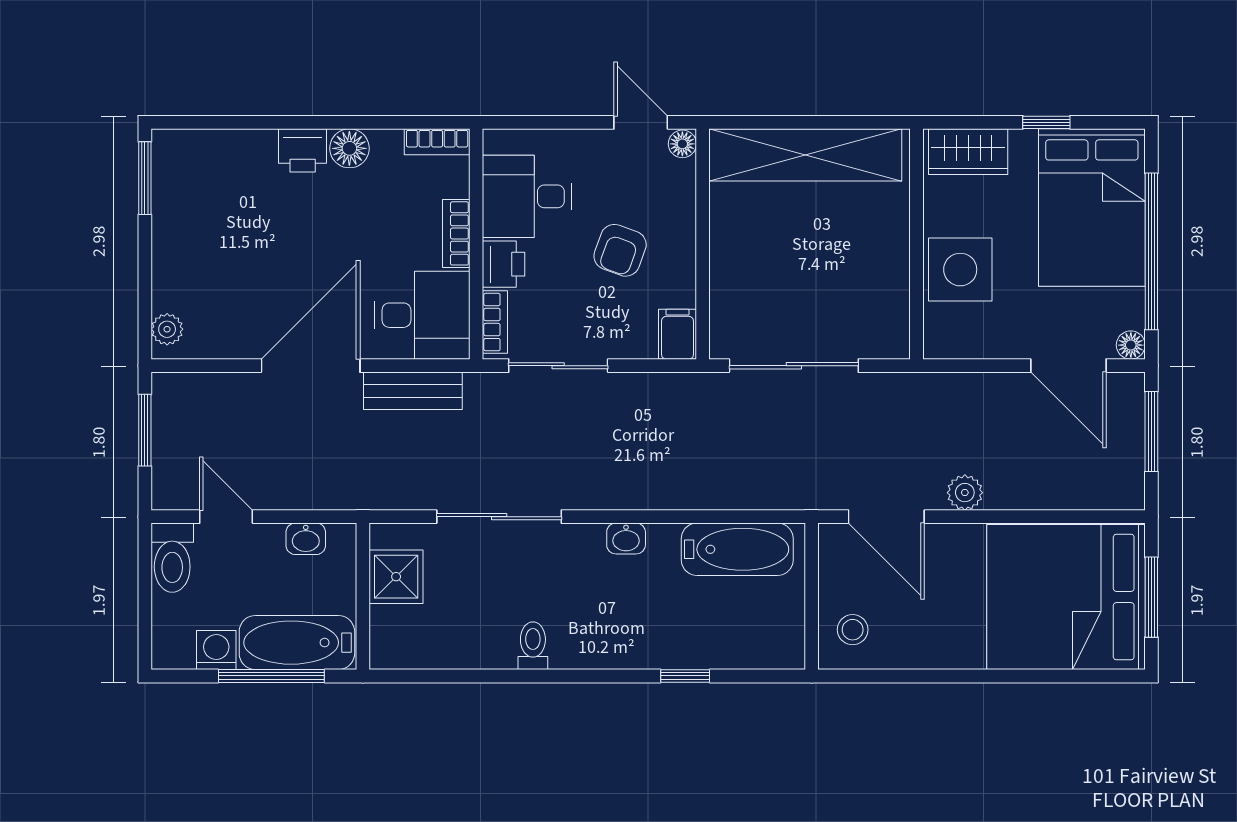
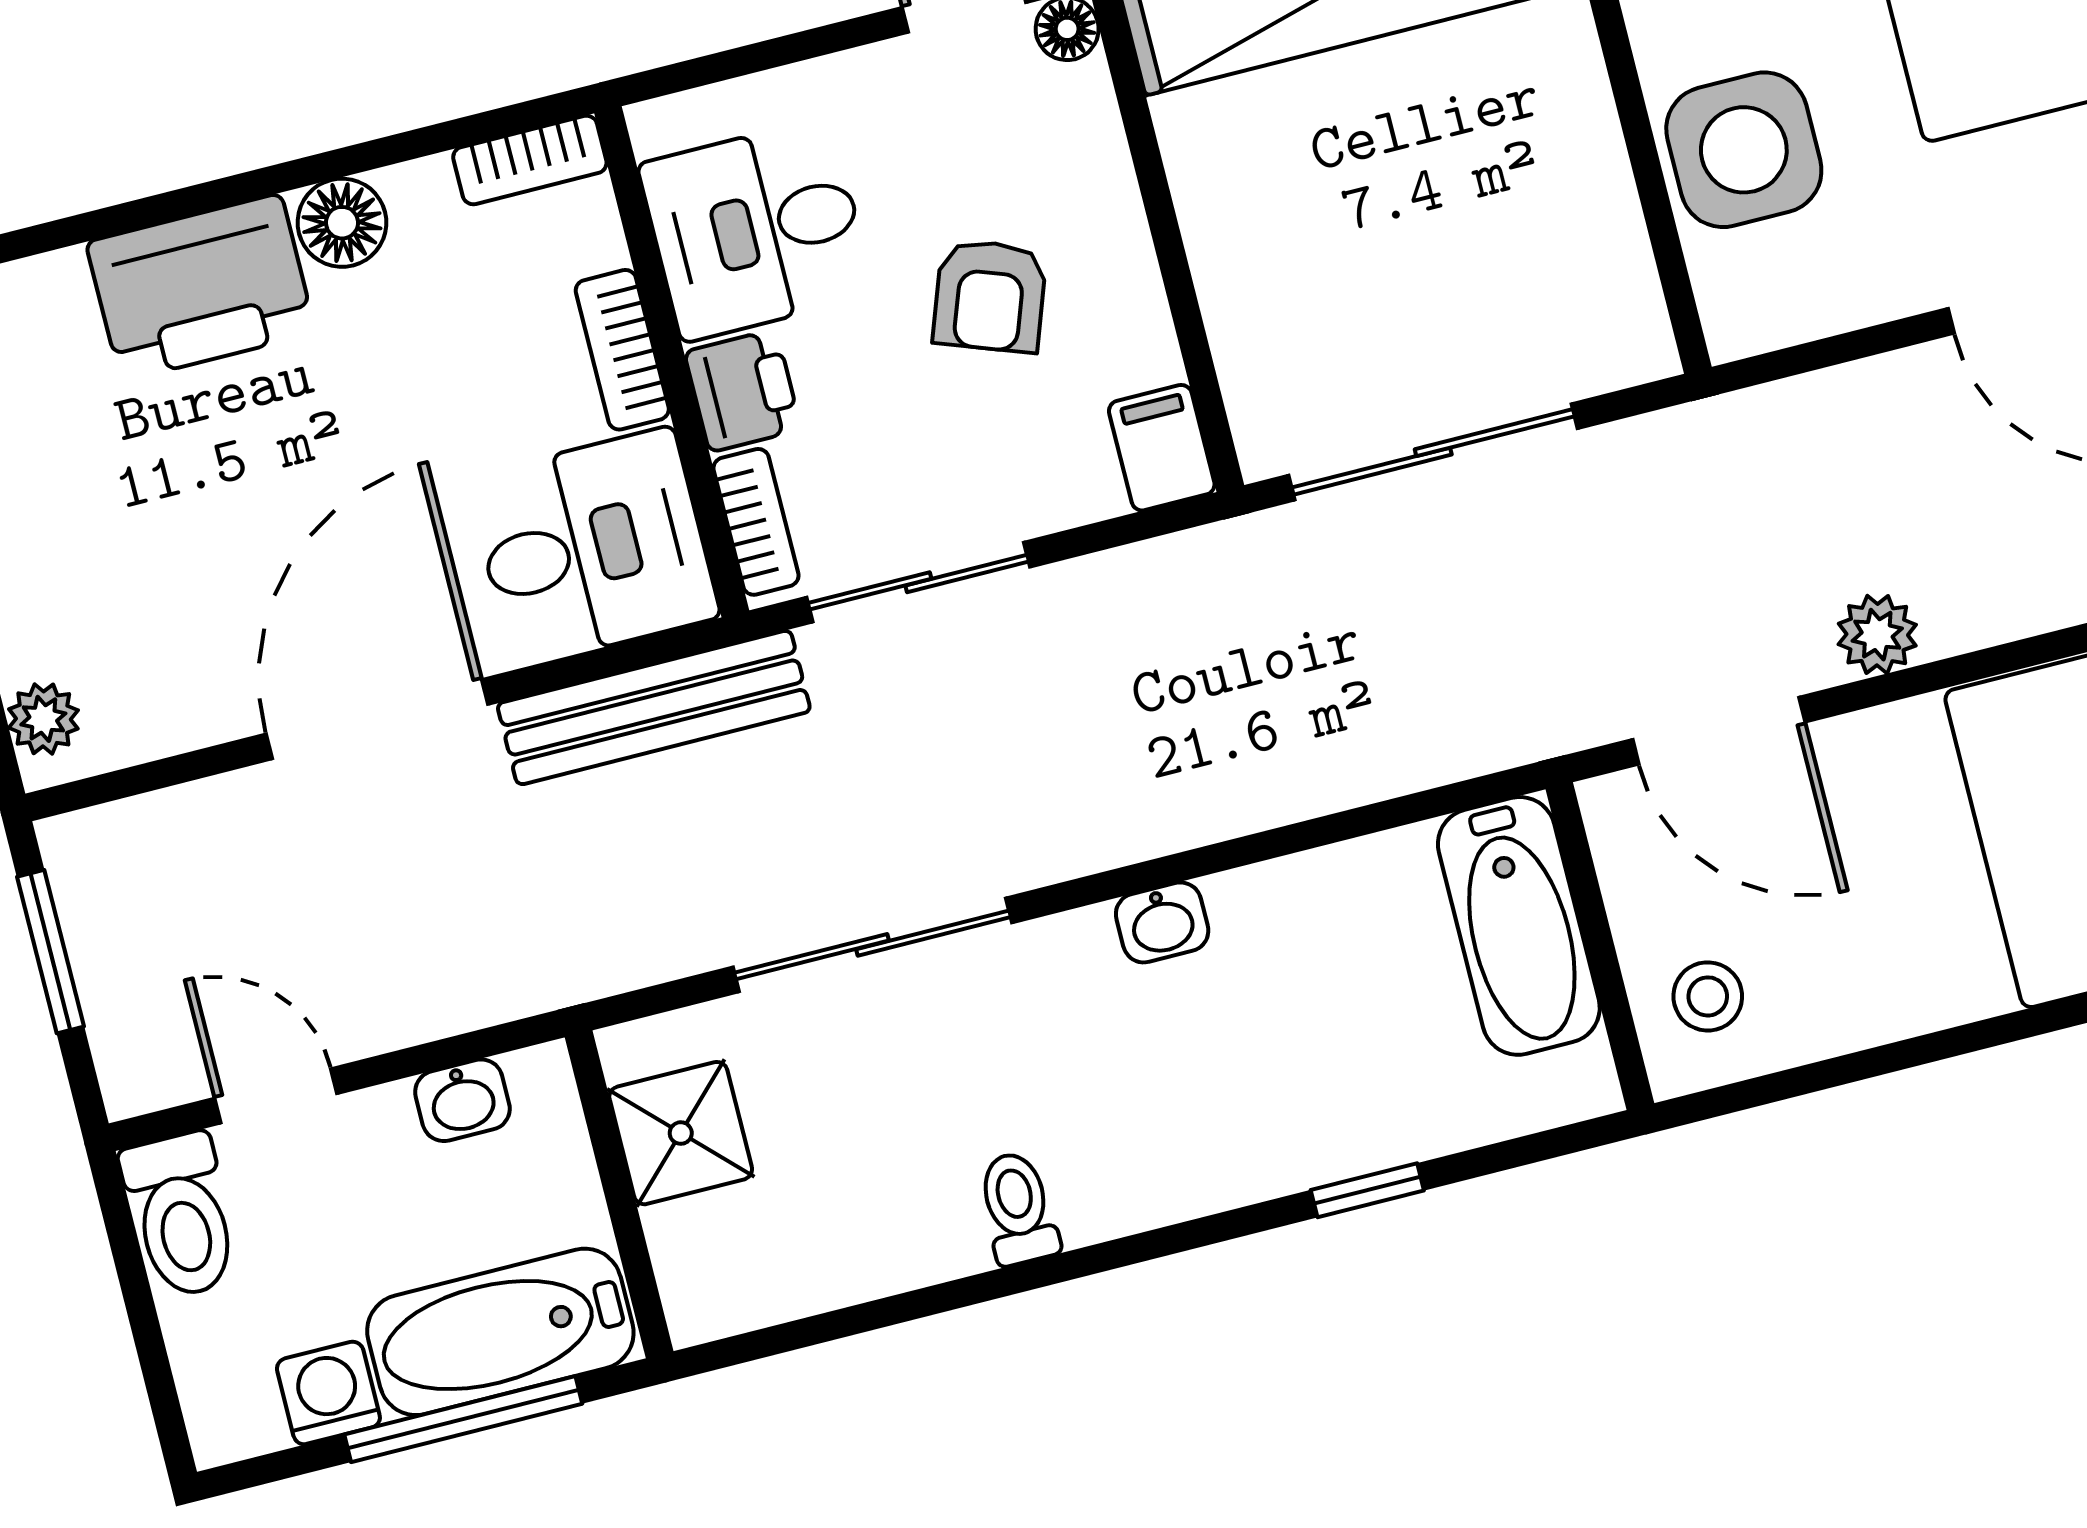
printer: (303, 150) -> (201, 287), width x1.87, depth x1.48
bench: (413, 391) -> (654, 707), width x1.36
bathtub: (737, 549) -> (1519, 926), moved, turned 90

